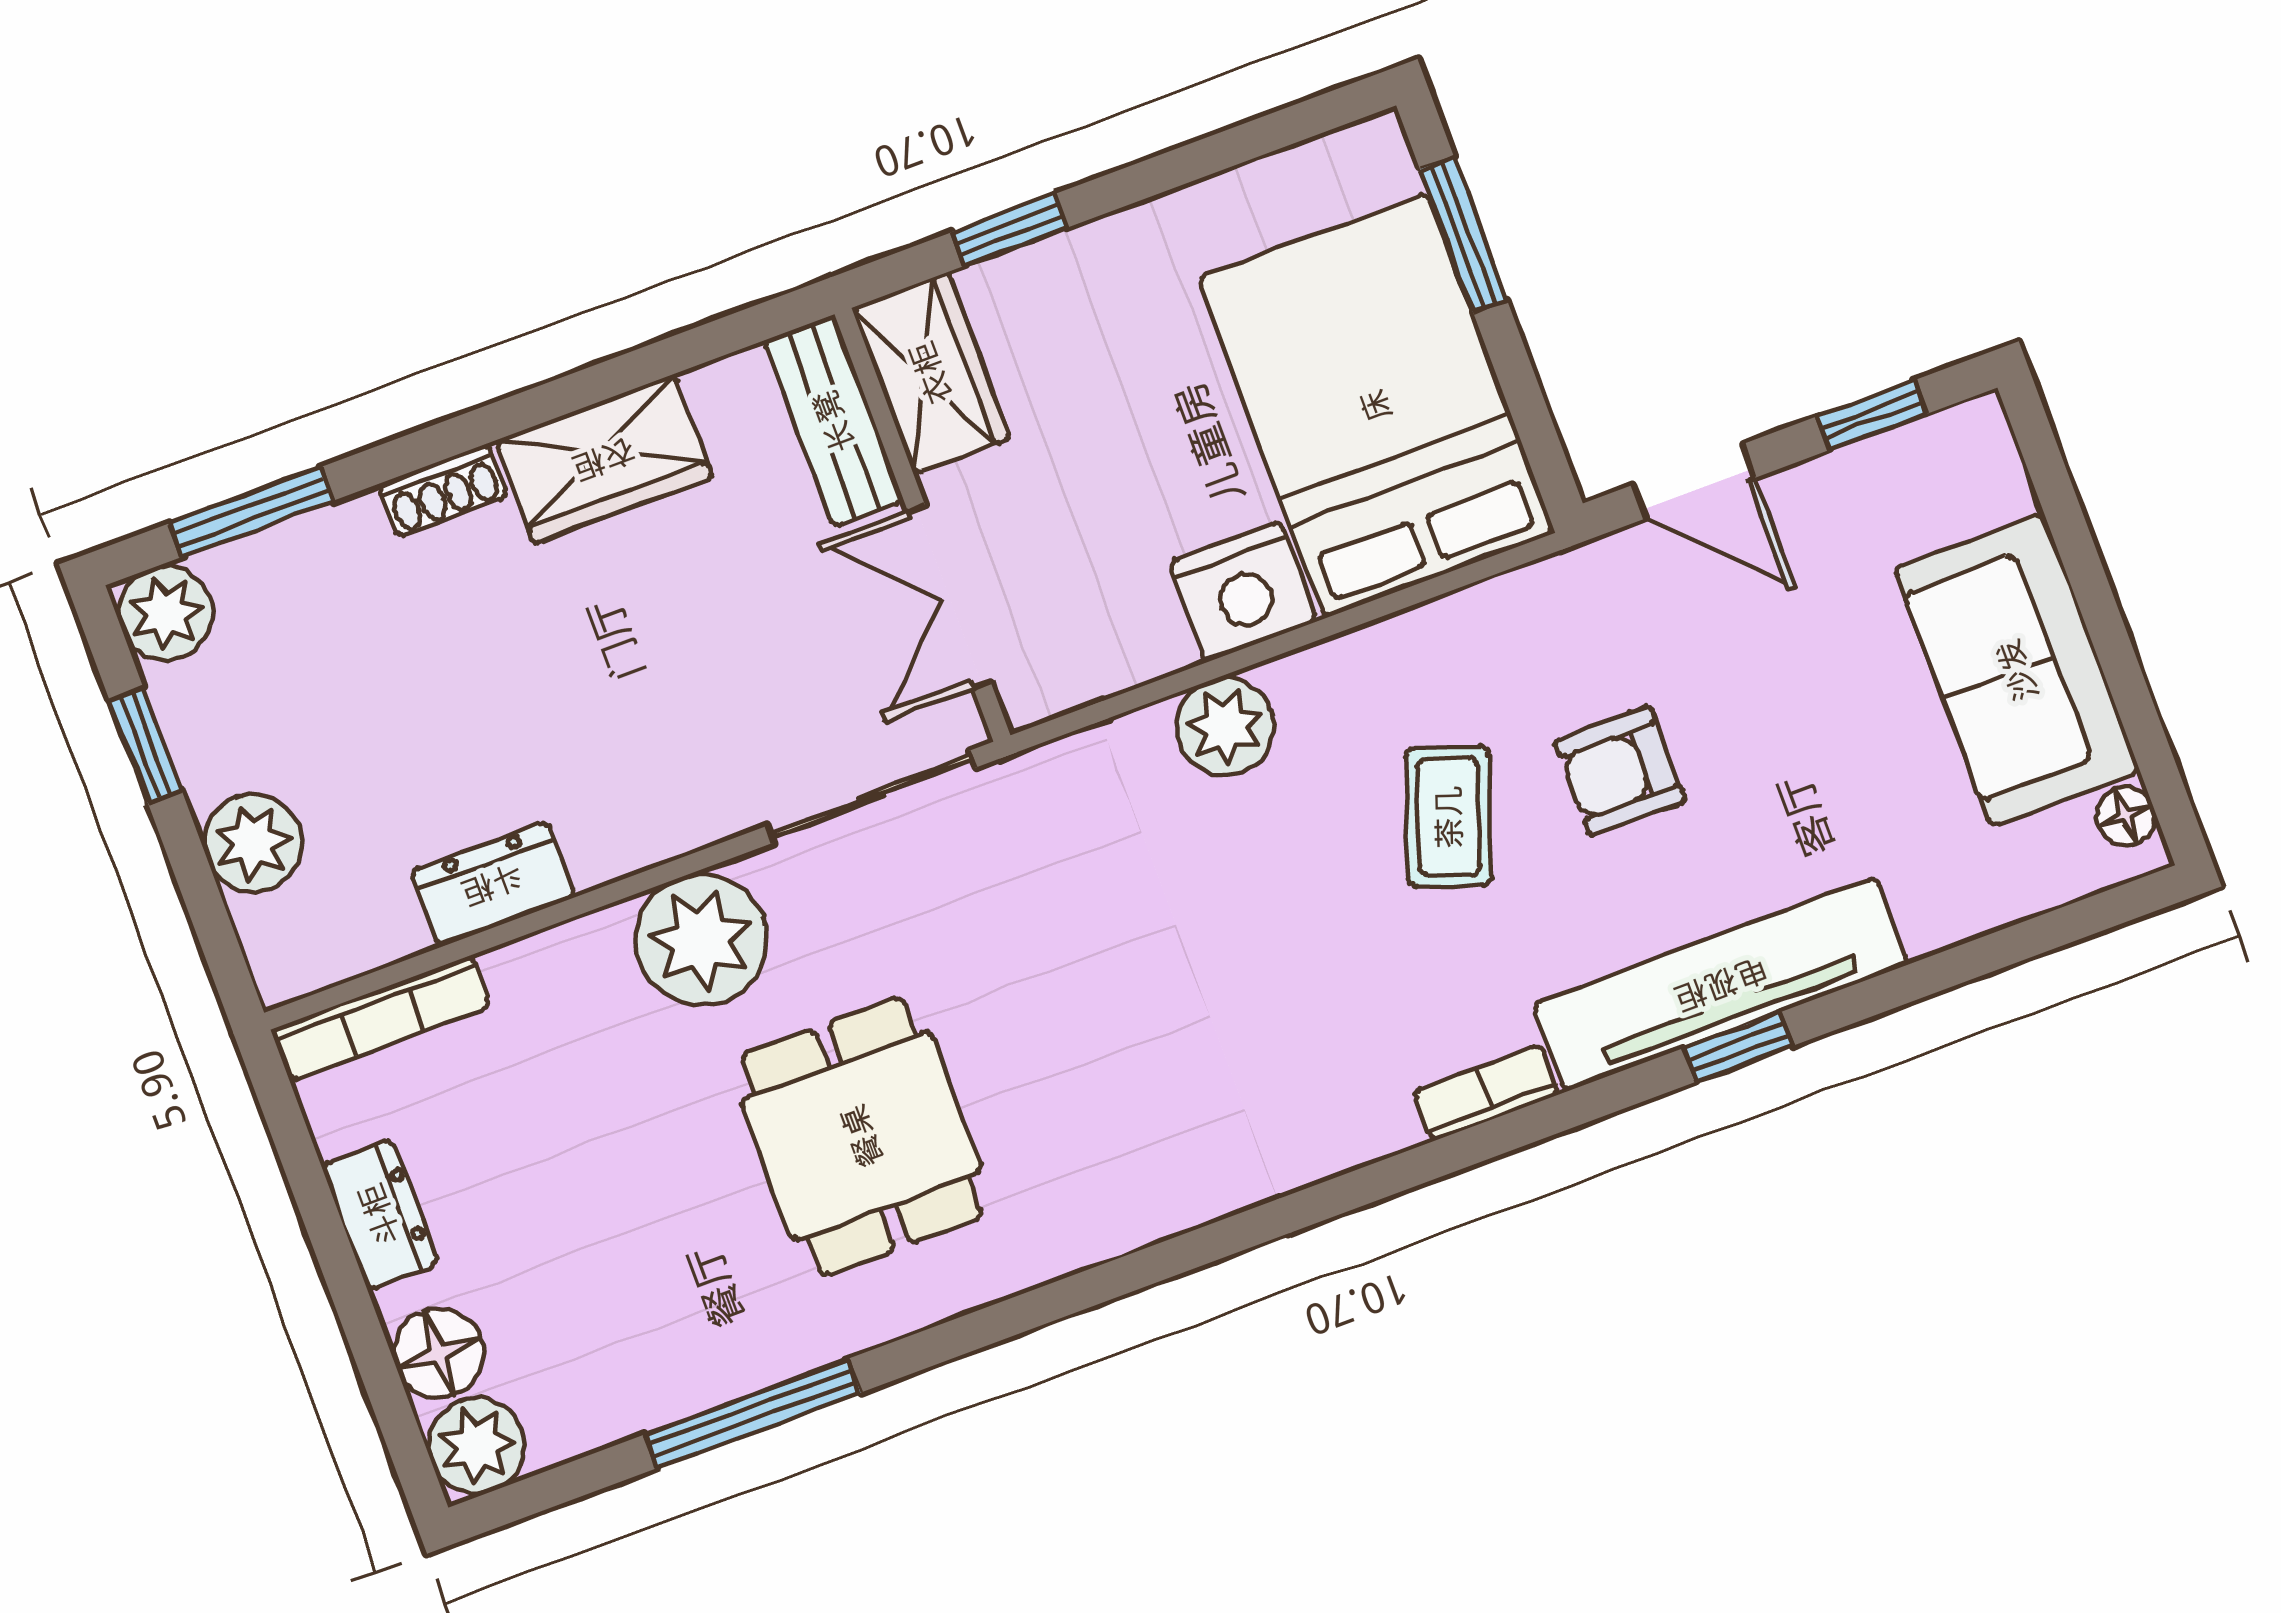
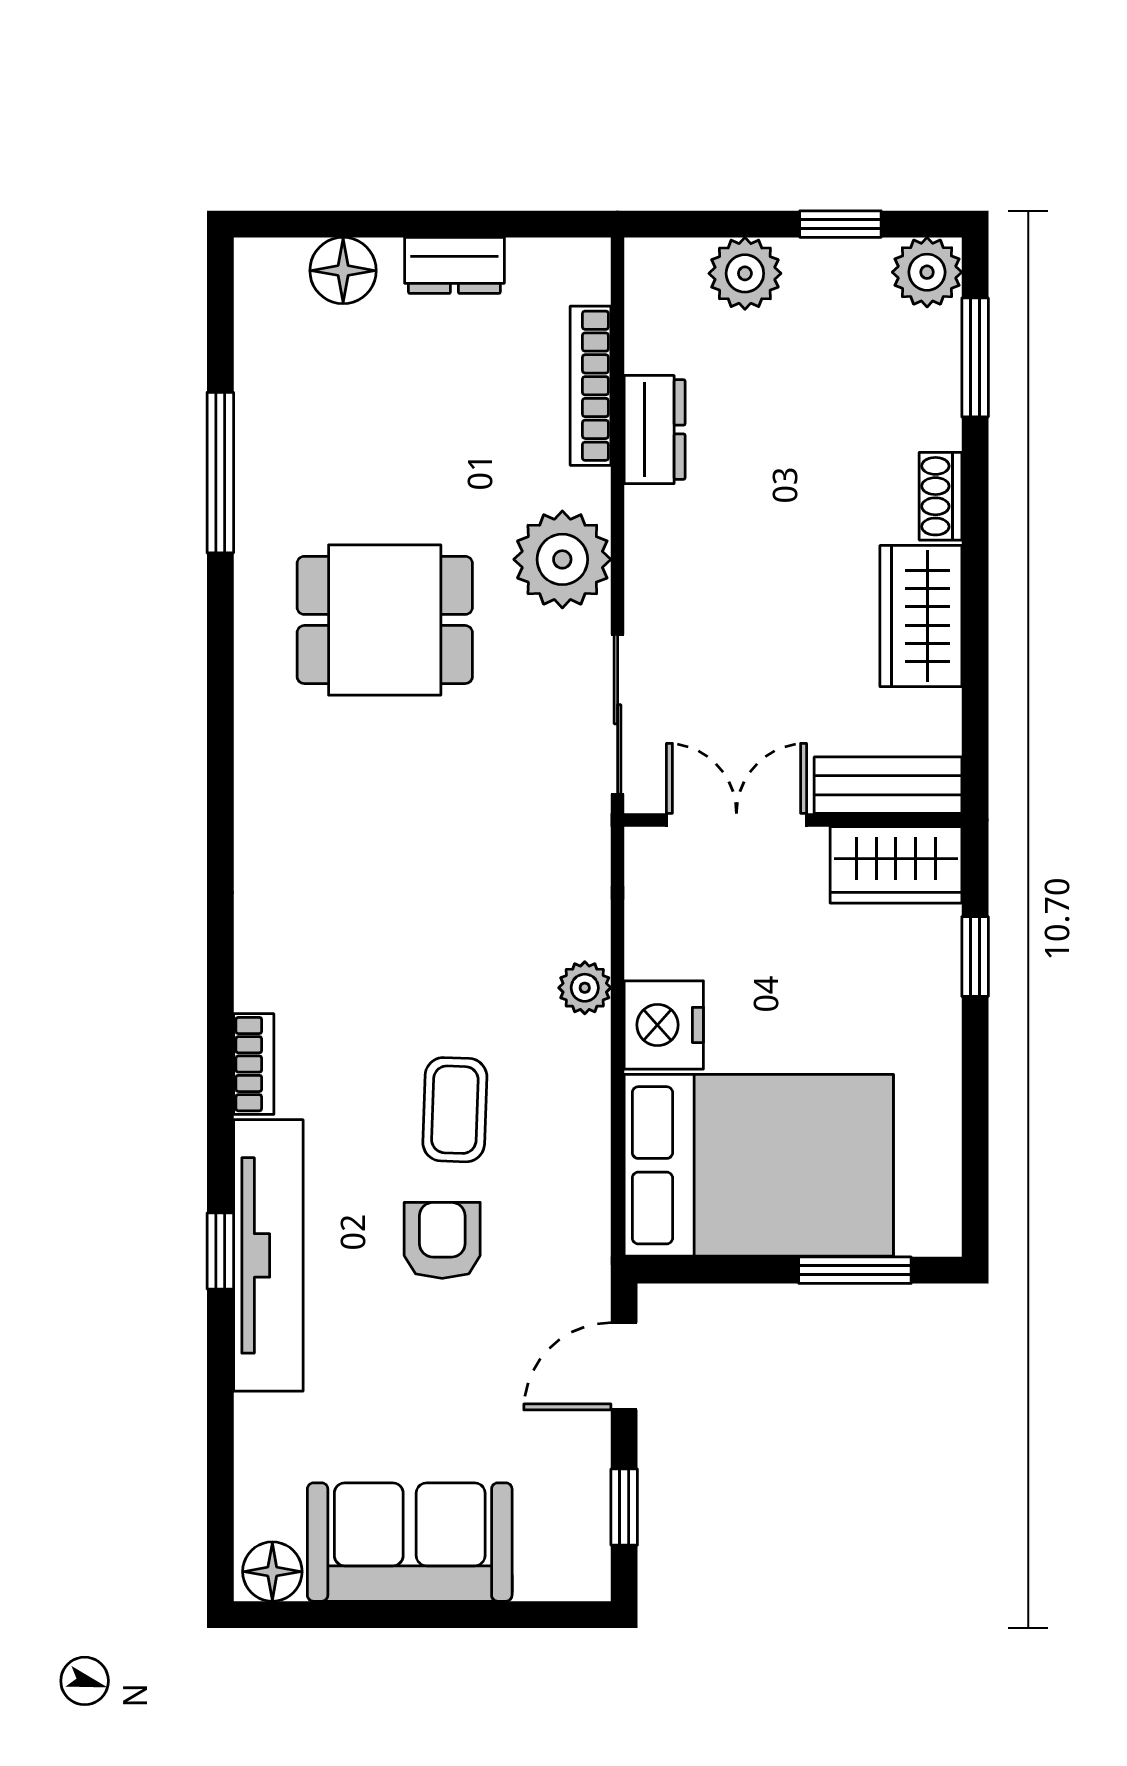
plant: (1225, 727) -> (585, 988), width x0.73, depth x0.73
floor lamp: (2126, 816) -> (272, 1572), width x1.37, depth x1.37
coffee table: (1449, 817) -> (455, 1110), turned 73
bookcase: (381, 1018) -> (591, 386), moved
plant: (476, 1446) -> (269, 273), removed

